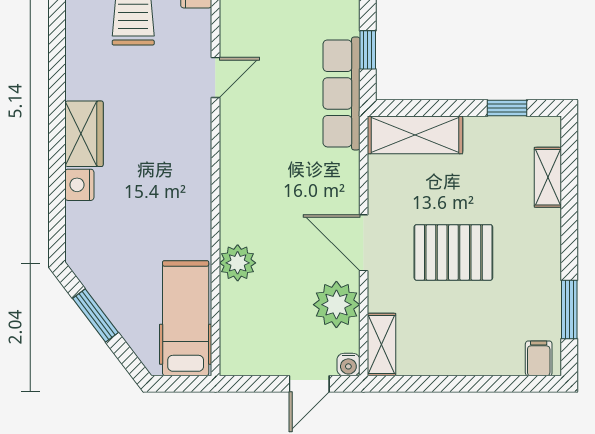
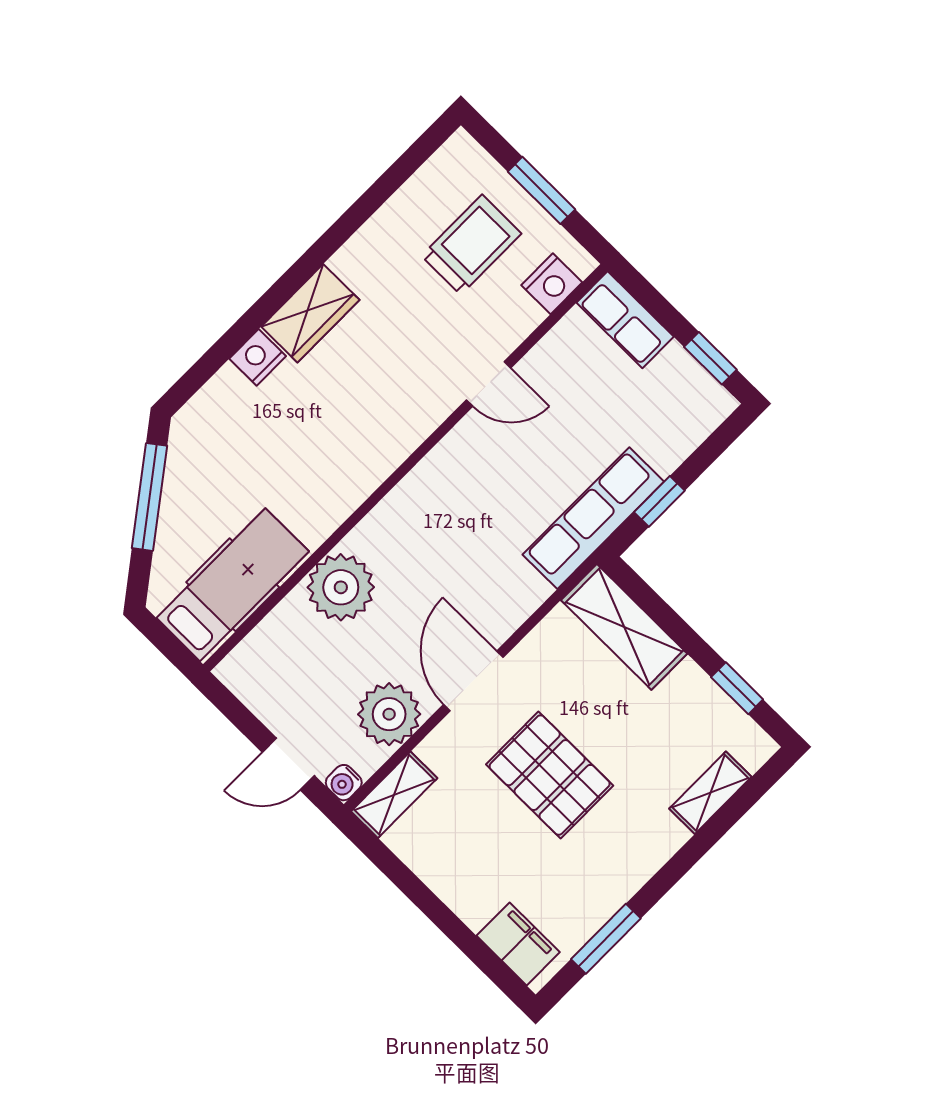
plant: (238, 263) -> (341, 587), width x1.36, depth x1.36
window: (95, 315) -> (150, 497), width x1.44
filing cabinet: (539, 358) -> (518, 944), width x2.00

